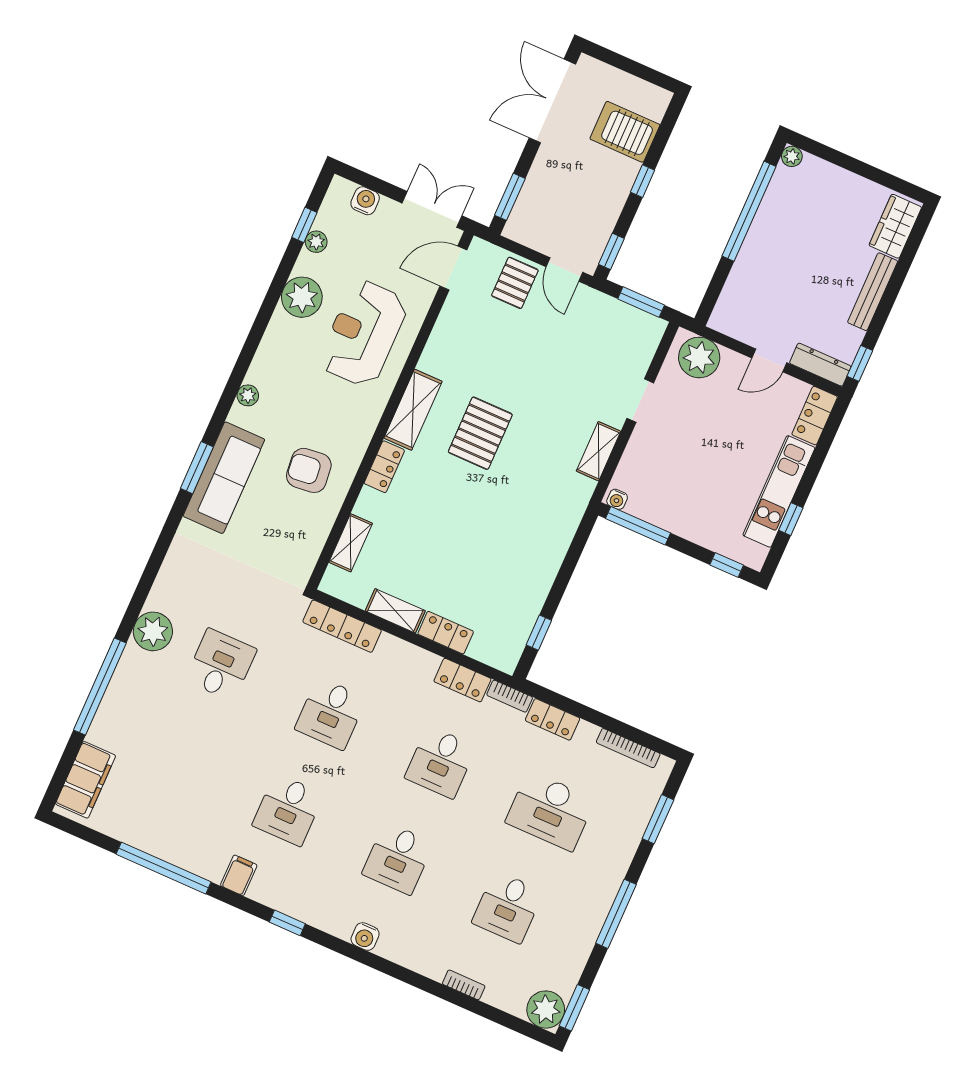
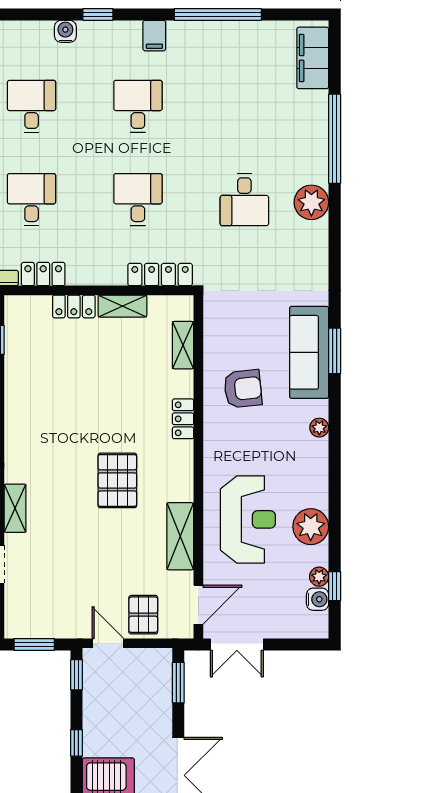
water cooler: (365, 201) -> (318, 599), moved, turned -90
shelving: (413, 410) -> (180, 536), moved
water cooler: (365, 937) -> (65, 31), moved

